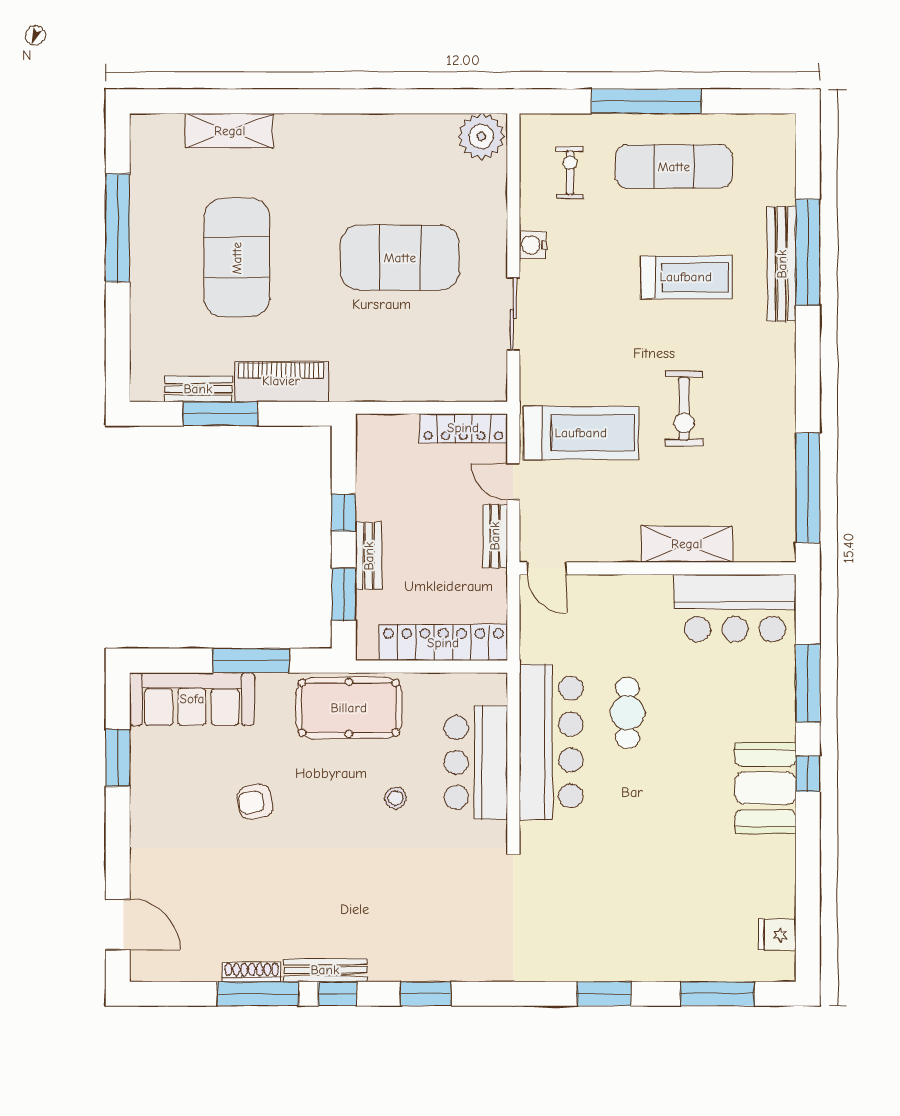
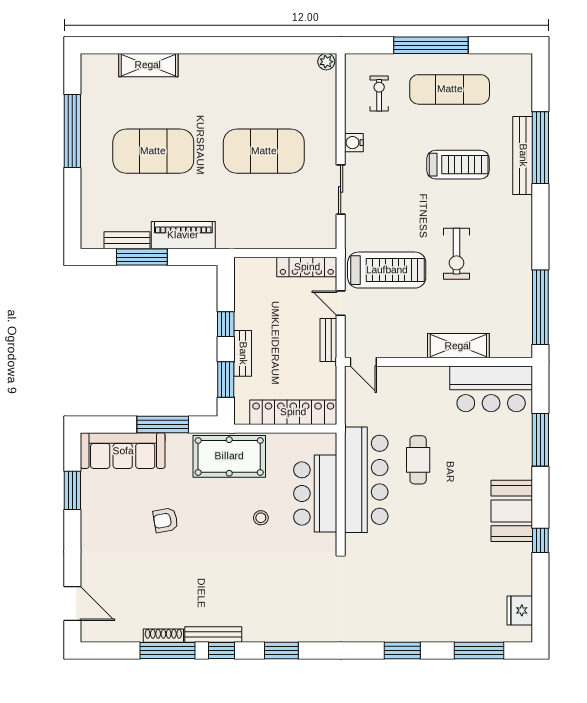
plant: (481, 136) -> (326, 62), width x0.53, depth x0.53
exercise mat: (237, 258) -> (153, 151), turned 90
window: (808, 774) -> (540, 540), moved
fridge: (777, 935) -> (520, 610), width x1.38

